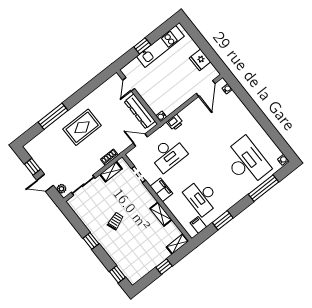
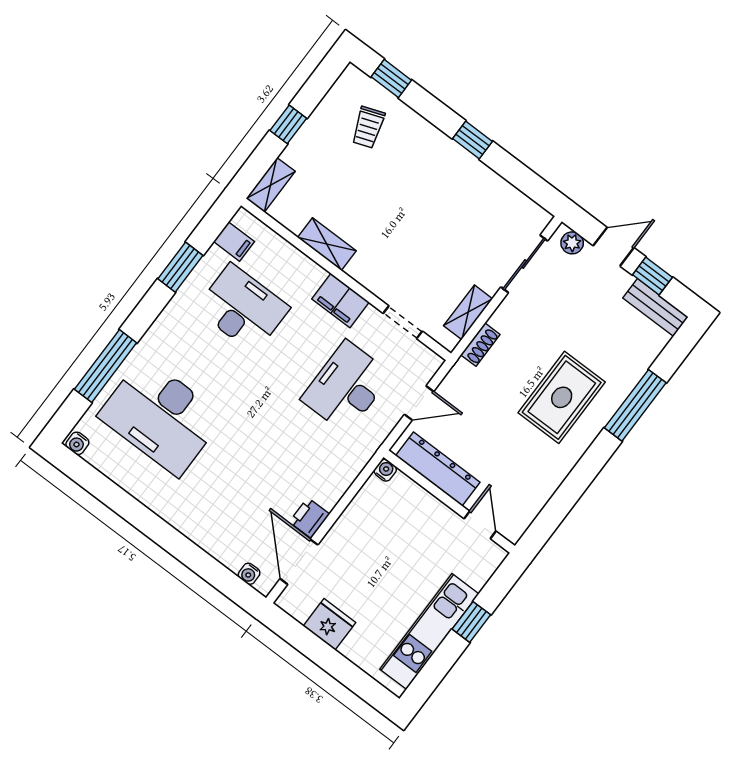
printer: (175, 122) -> (309, 518), moved
bench: (35, 154) -> (656, 307), added
trolley: (116, 221) -> (368, 127), moved

